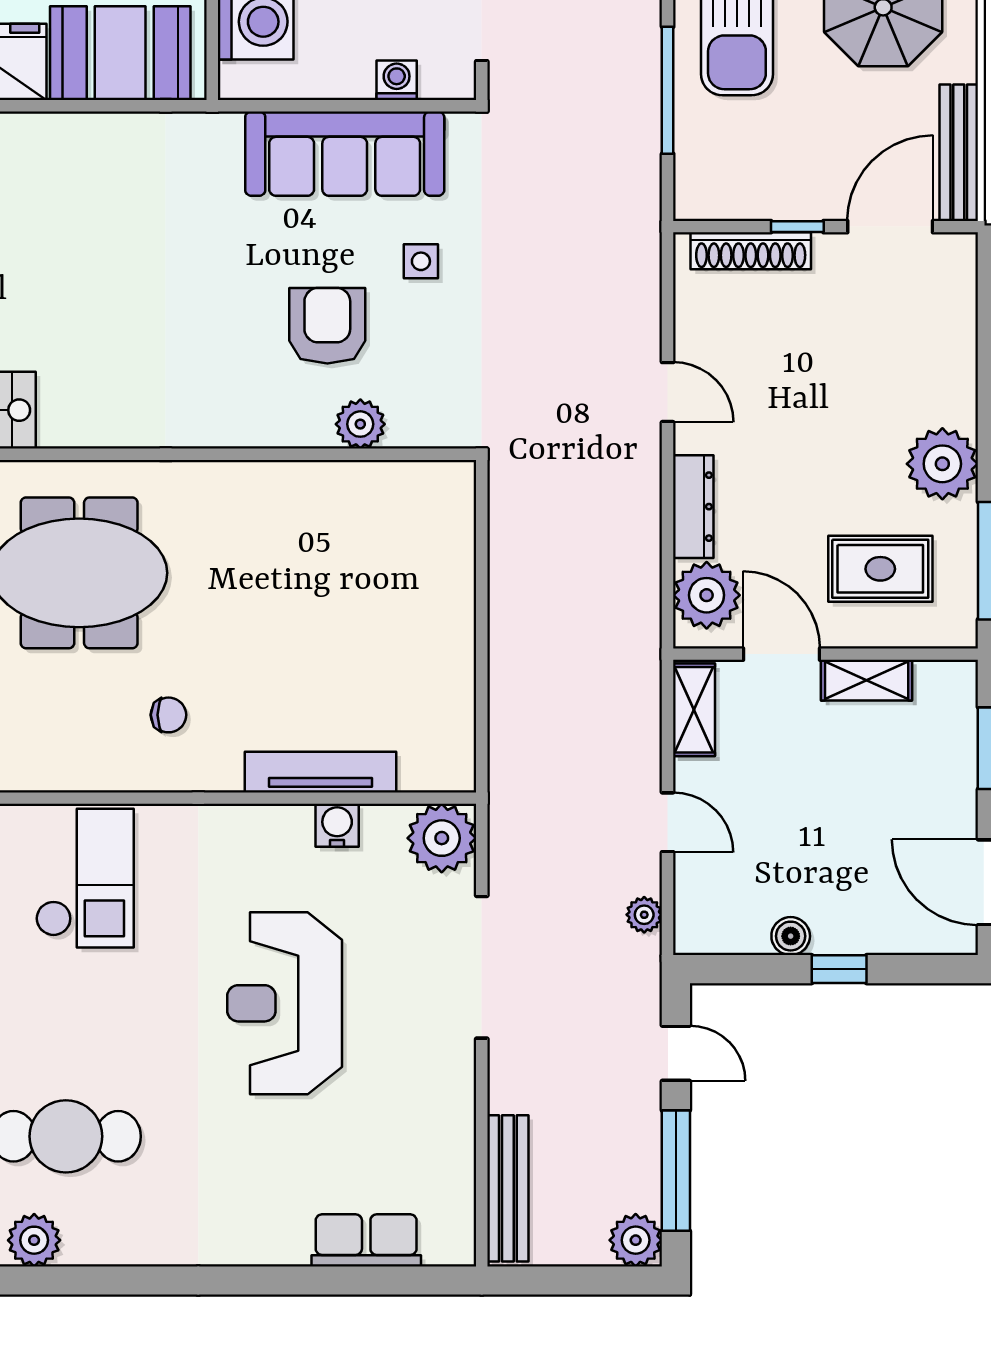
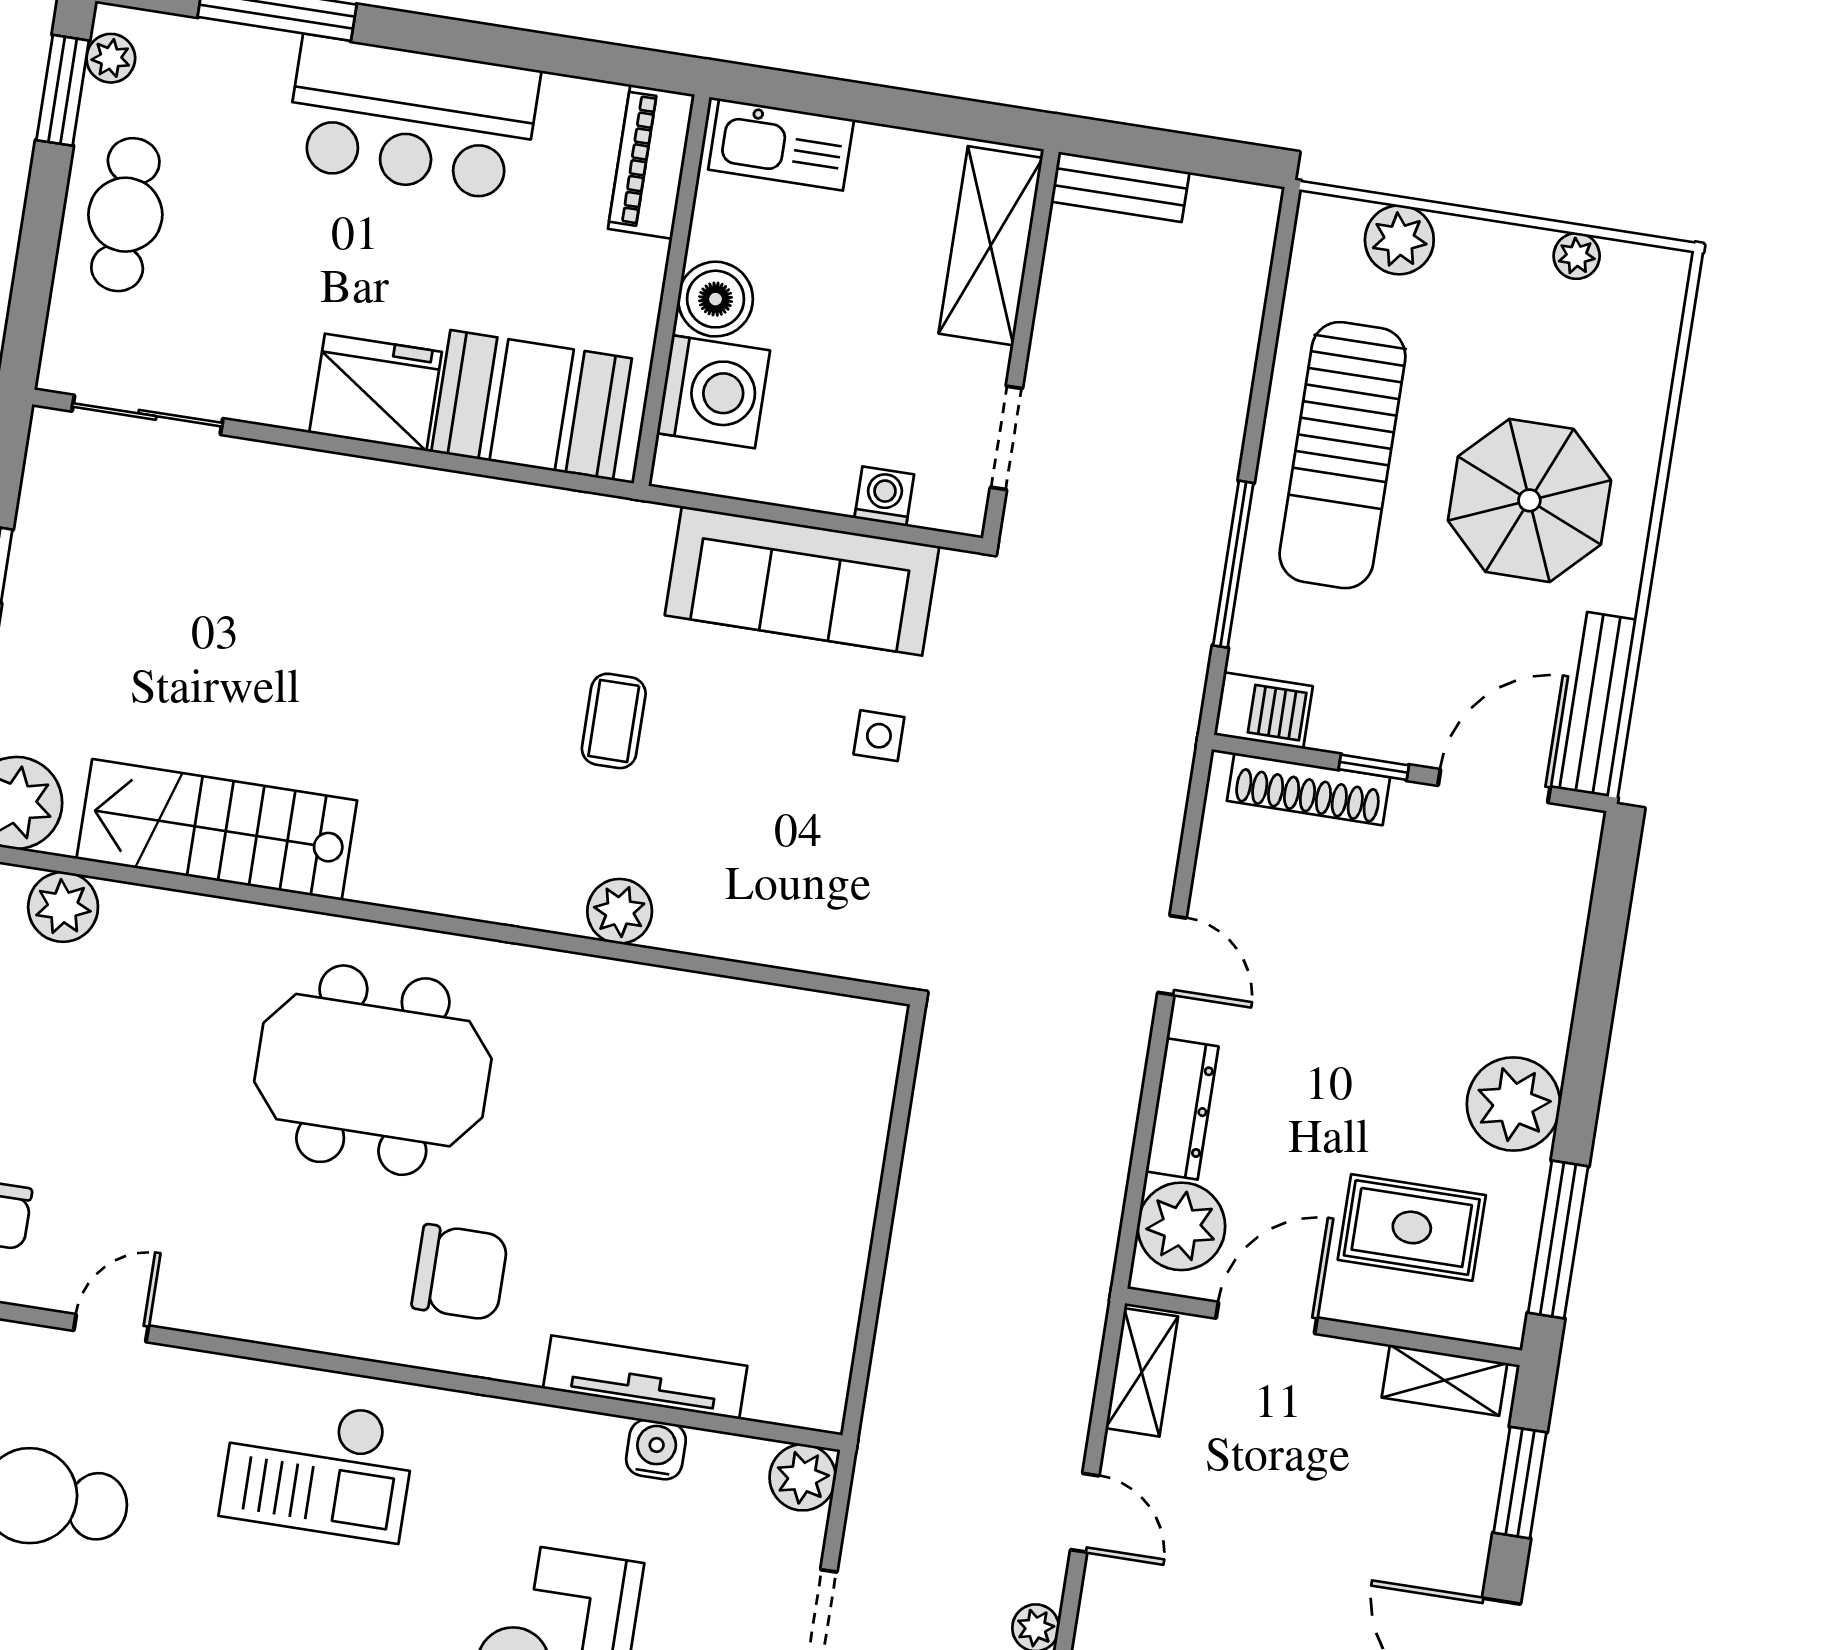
barbecue: (708, 197) -> (1264, 711), added
coffee table: (219, 281) -> (614, 721), added
armchair: (327, 326) -> (745, 800), removed
plant: (360, 424) -> (620, 911), moved
door: (782, 654) -> (1267, 1318), hinge flipped
shelving: (867, 680) -> (1444, 1380), moved
chair: (169, 715) -> (460, 1272), width x1.87, depth x1.87
plant: (442, 838) -> (803, 1477), width x0.73, depth x0.73
checkout: (85, 878) -> (318, 1467), turned 90

